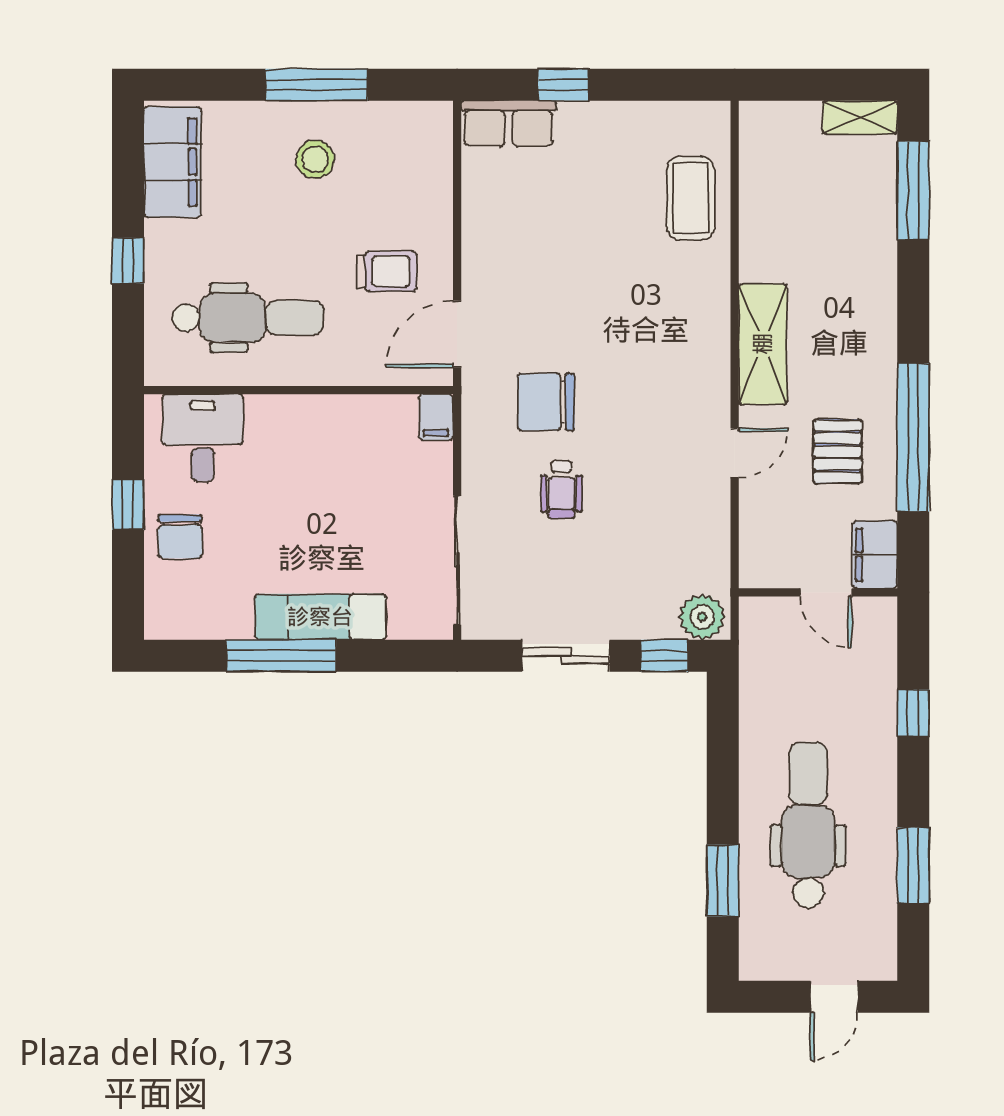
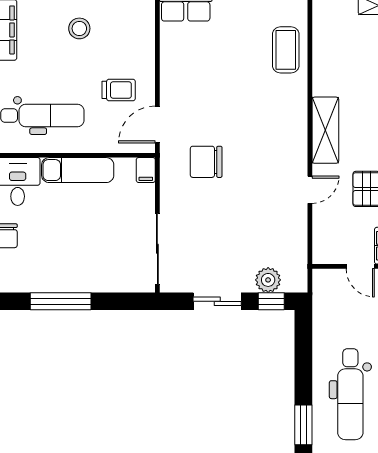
wheelchair: (562, 489) -> (215, 210), removed
exam couch: (320, 617) -> (78, 170), moved, turned 180
plant: (702, 617) -> (268, 280), moved
dental chair: (808, 825) -> (350, 394), turned 180

